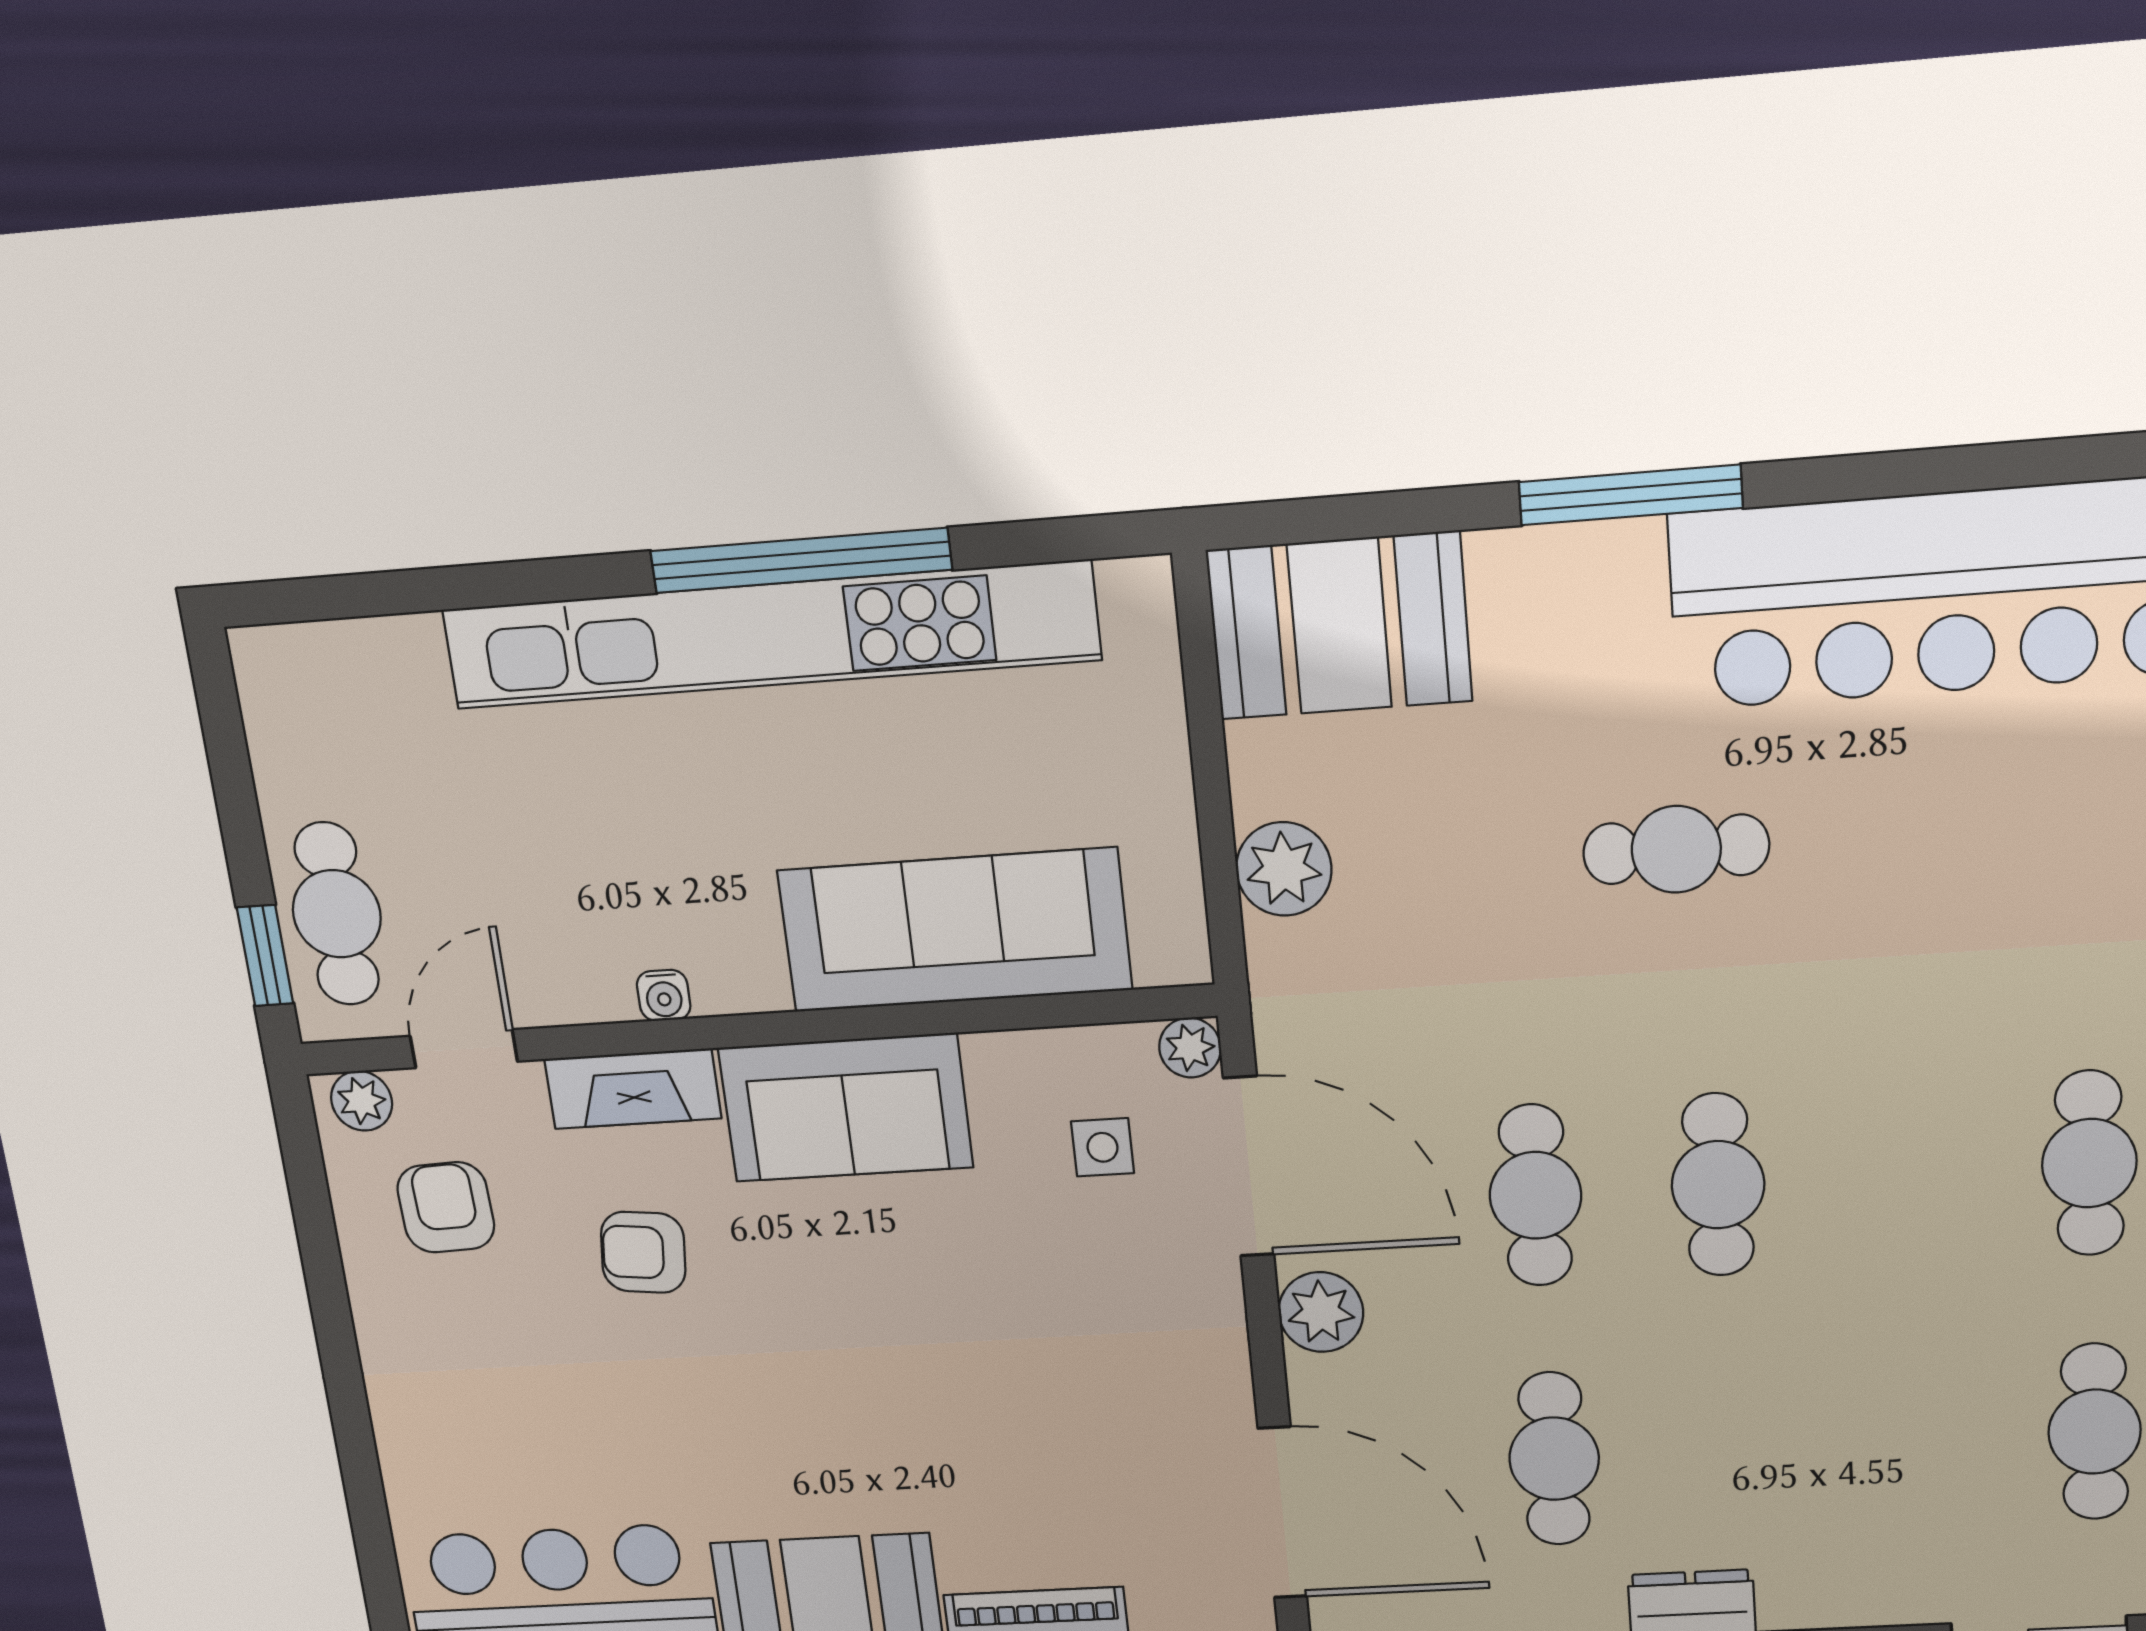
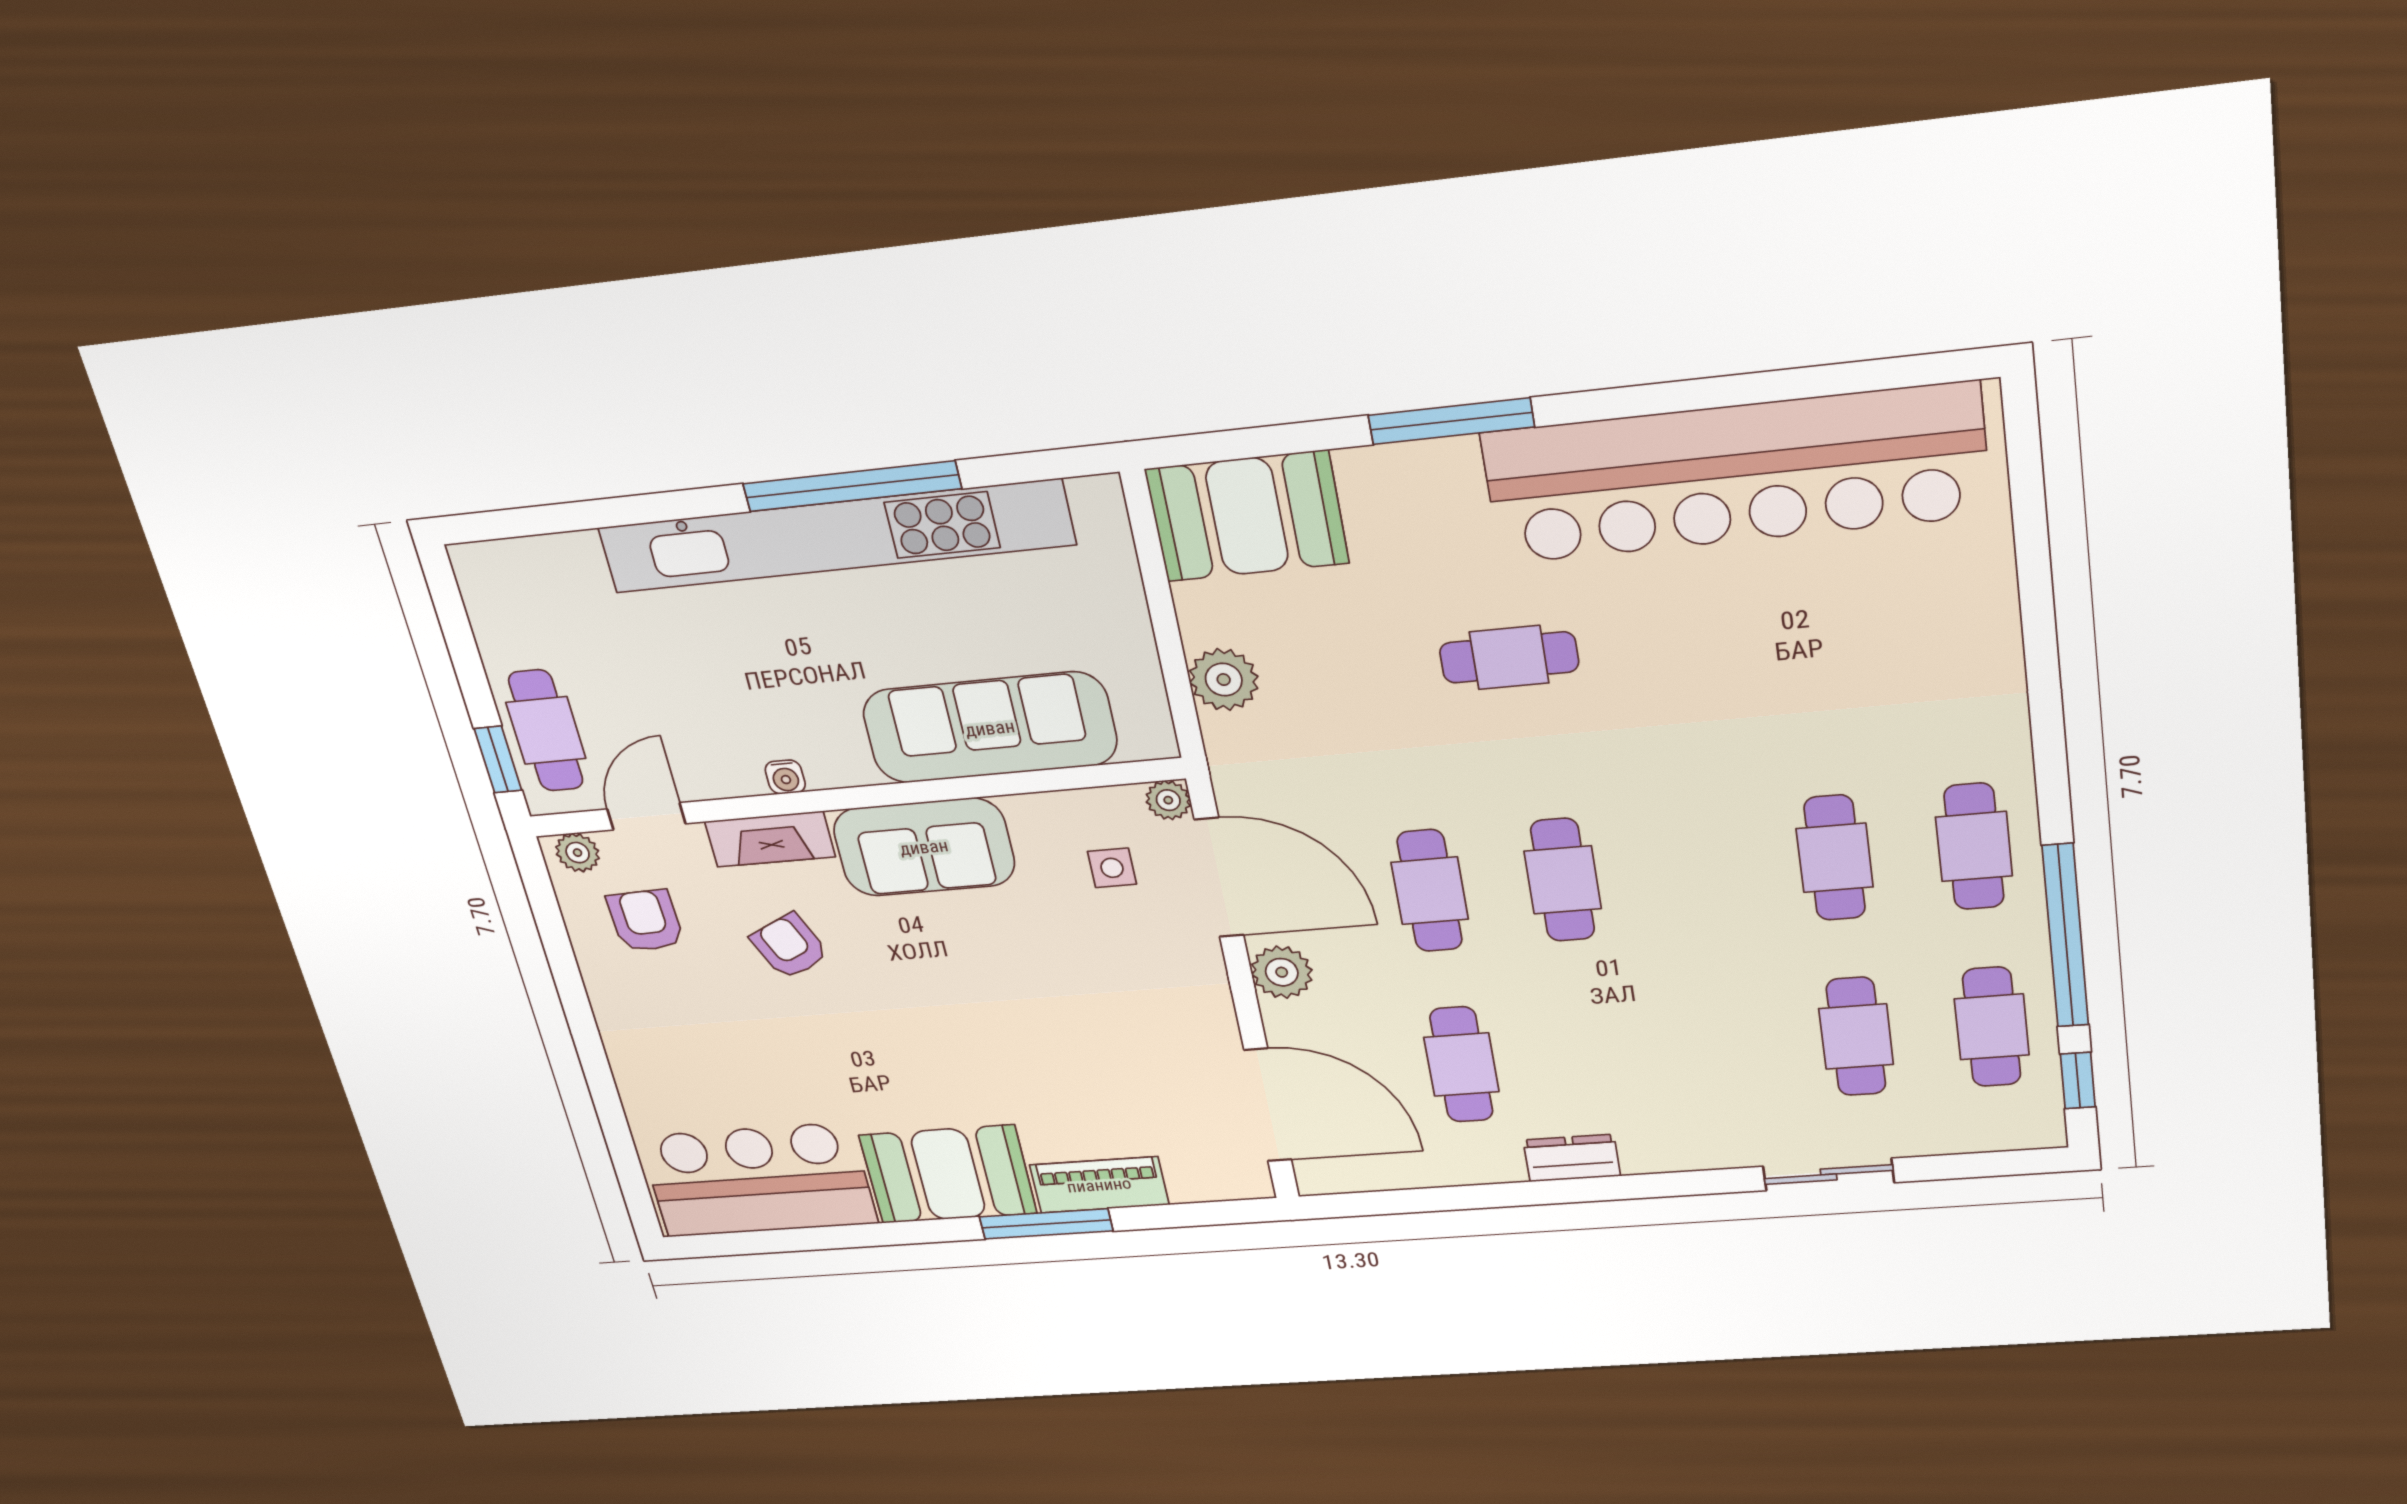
armchair: (643, 1252) -> (789, 946), turned 59

